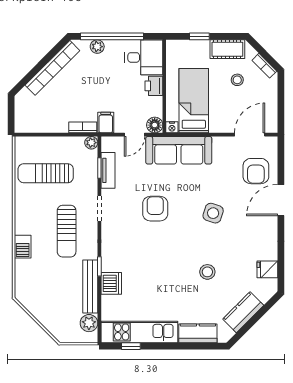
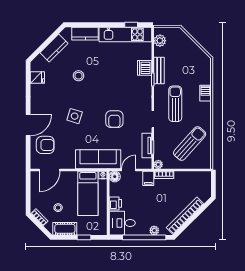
armchair: (256, 171) -> (45, 145), turned 90
sun lounger: (46, 173) -> (190, 144), turned -48
bench: (90, 286) -> (159, 71), width x0.73

